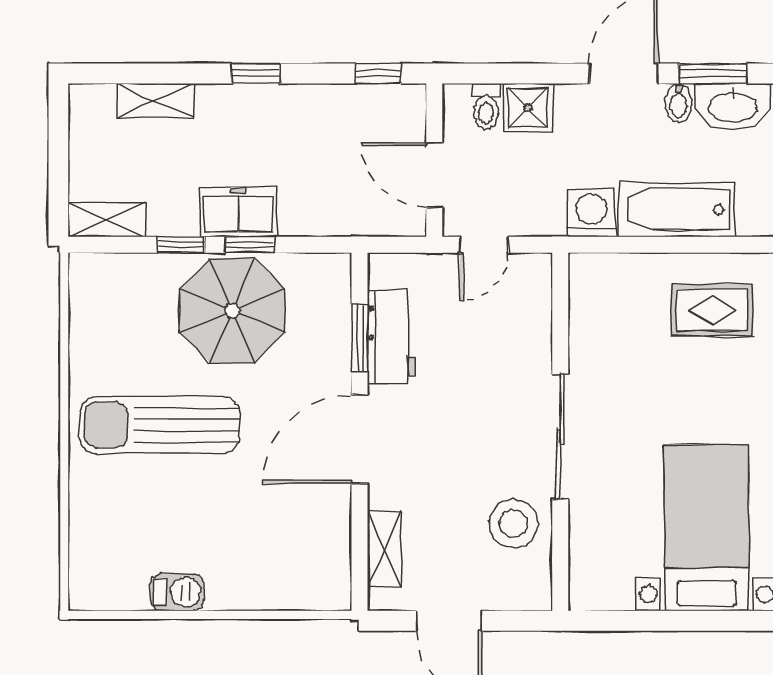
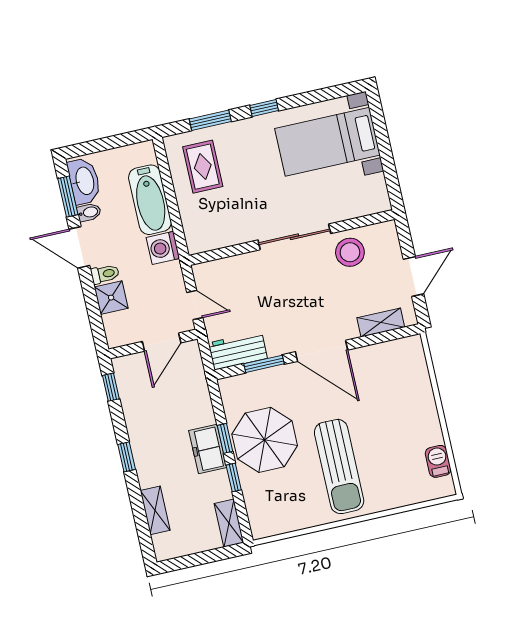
toilet: (486, 106) -> (105, 274), moved
workbench: (392, 337) -> (238, 351), moved
barbecue: (177, 592) -> (438, 461), moved

